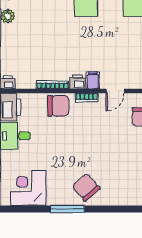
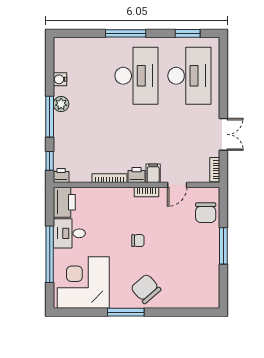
chair: (58, 106) -> (138, 241), moved, width x0.54, depth x0.54
corner desk: (28, 188) -> (83, 283), width x1.36, depth x1.36

